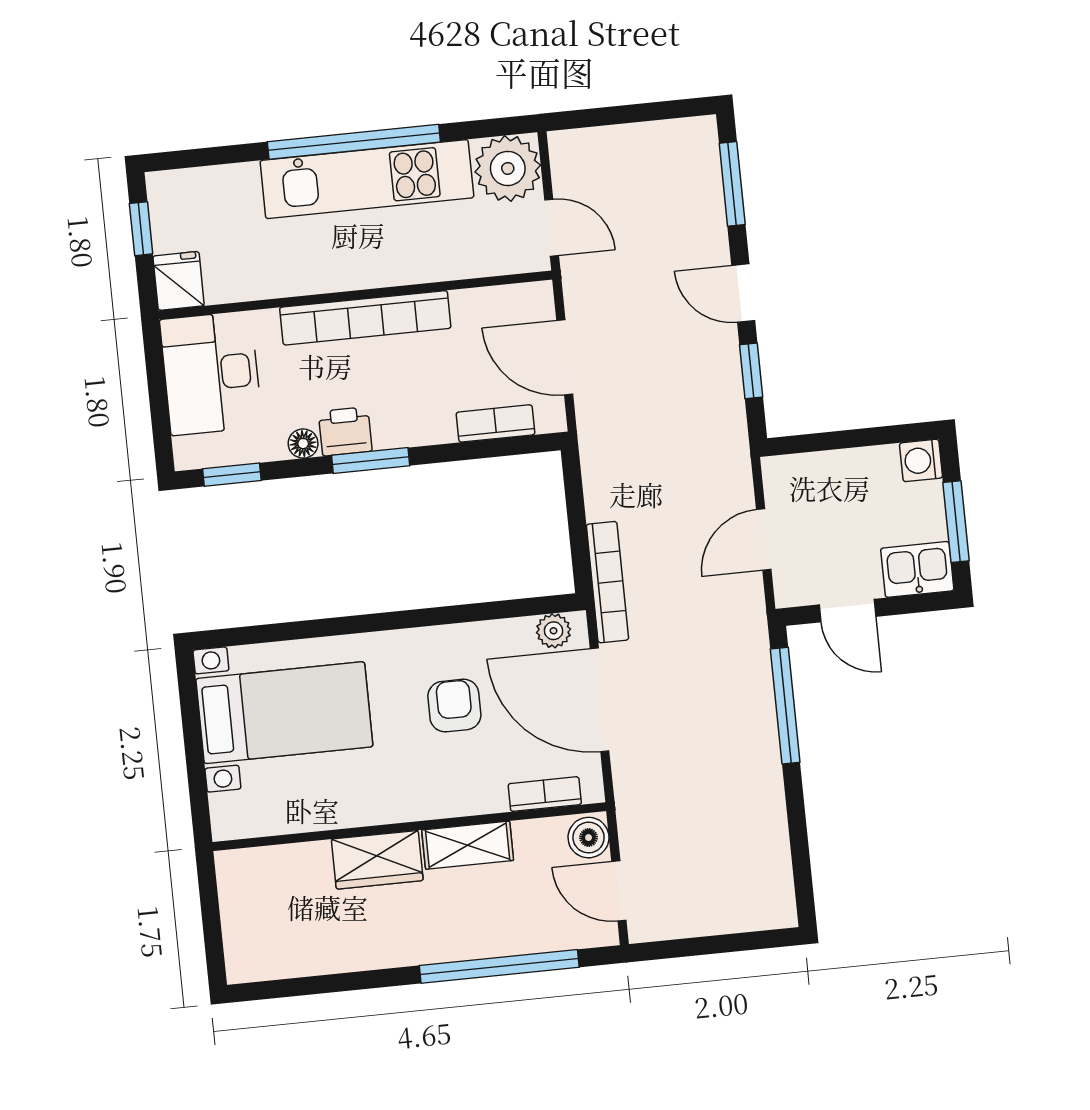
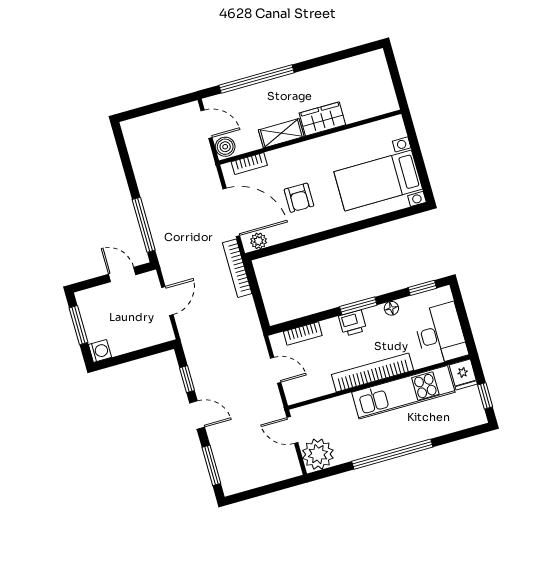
kitchen unit: (367, 179) -> (403, 392), moved, turned 180
door: (565, 357) -> (276, 370), width x0.73
printer: (345, 431) -> (353, 323), moved
kitchen sink: (917, 569) -> (93, 299), removed

